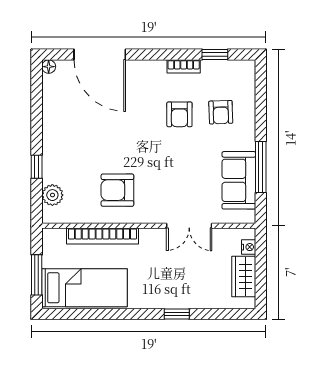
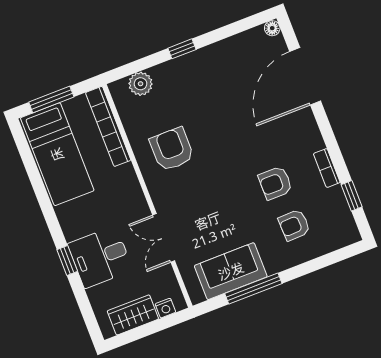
window: (37, 167) -> (182, 49), moved
bookcase: (102, 236) -> (108, 126), moved
desk: (185, 285) -> (100, 257), added

